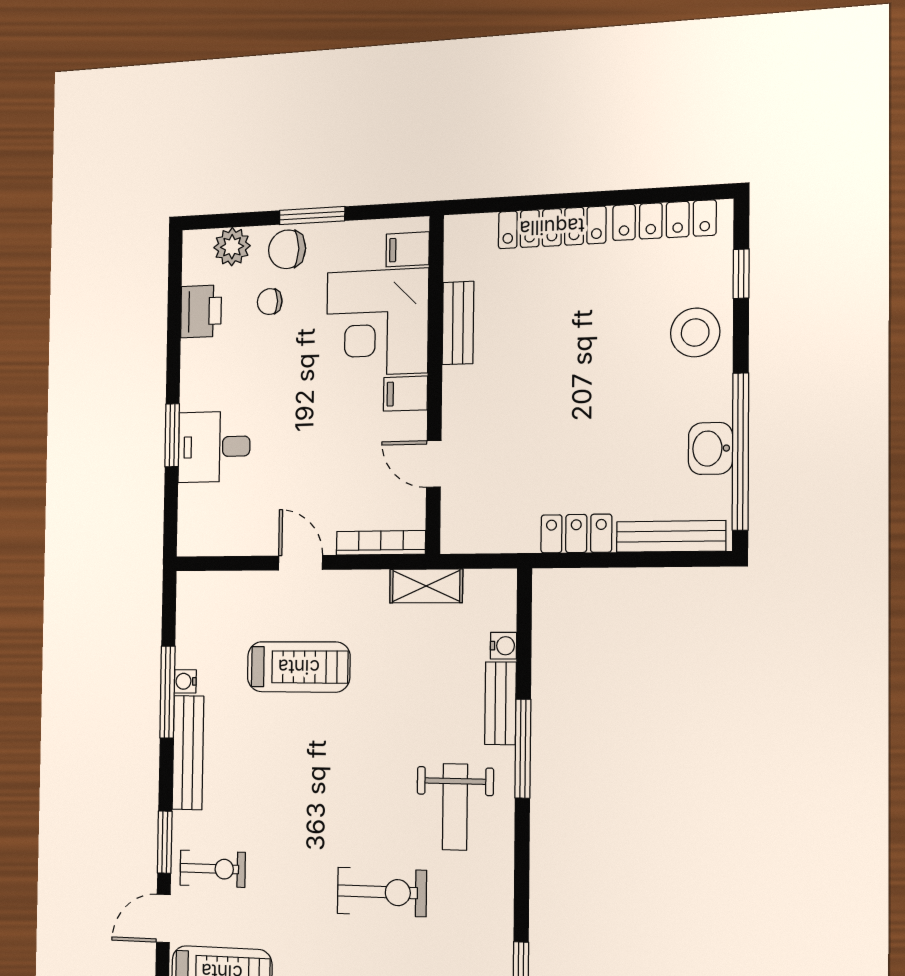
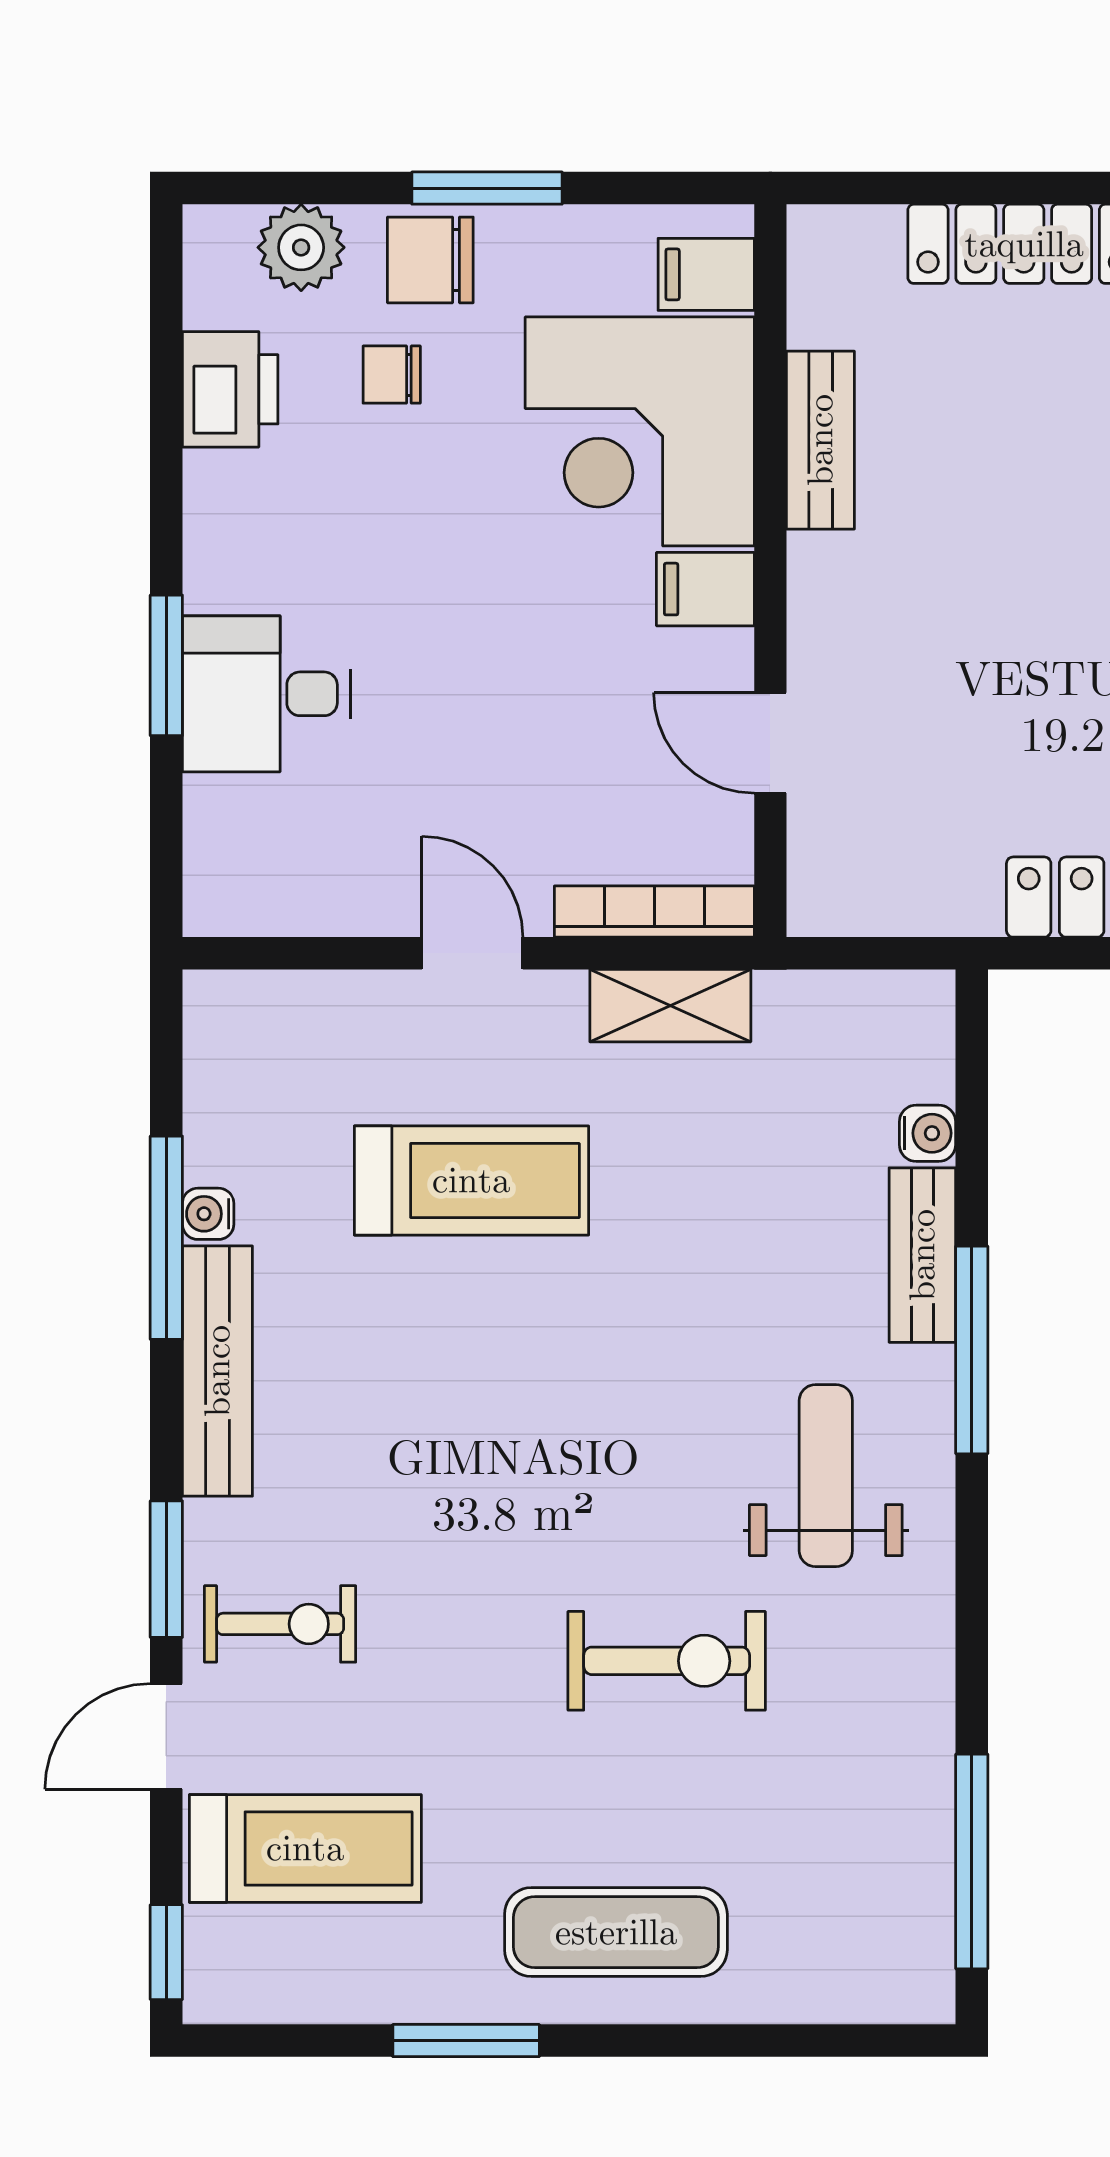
shelving: (426, 586) -> (670, 1006), moved
weight bench: (455, 807) -> (826, 1476), turned 180

